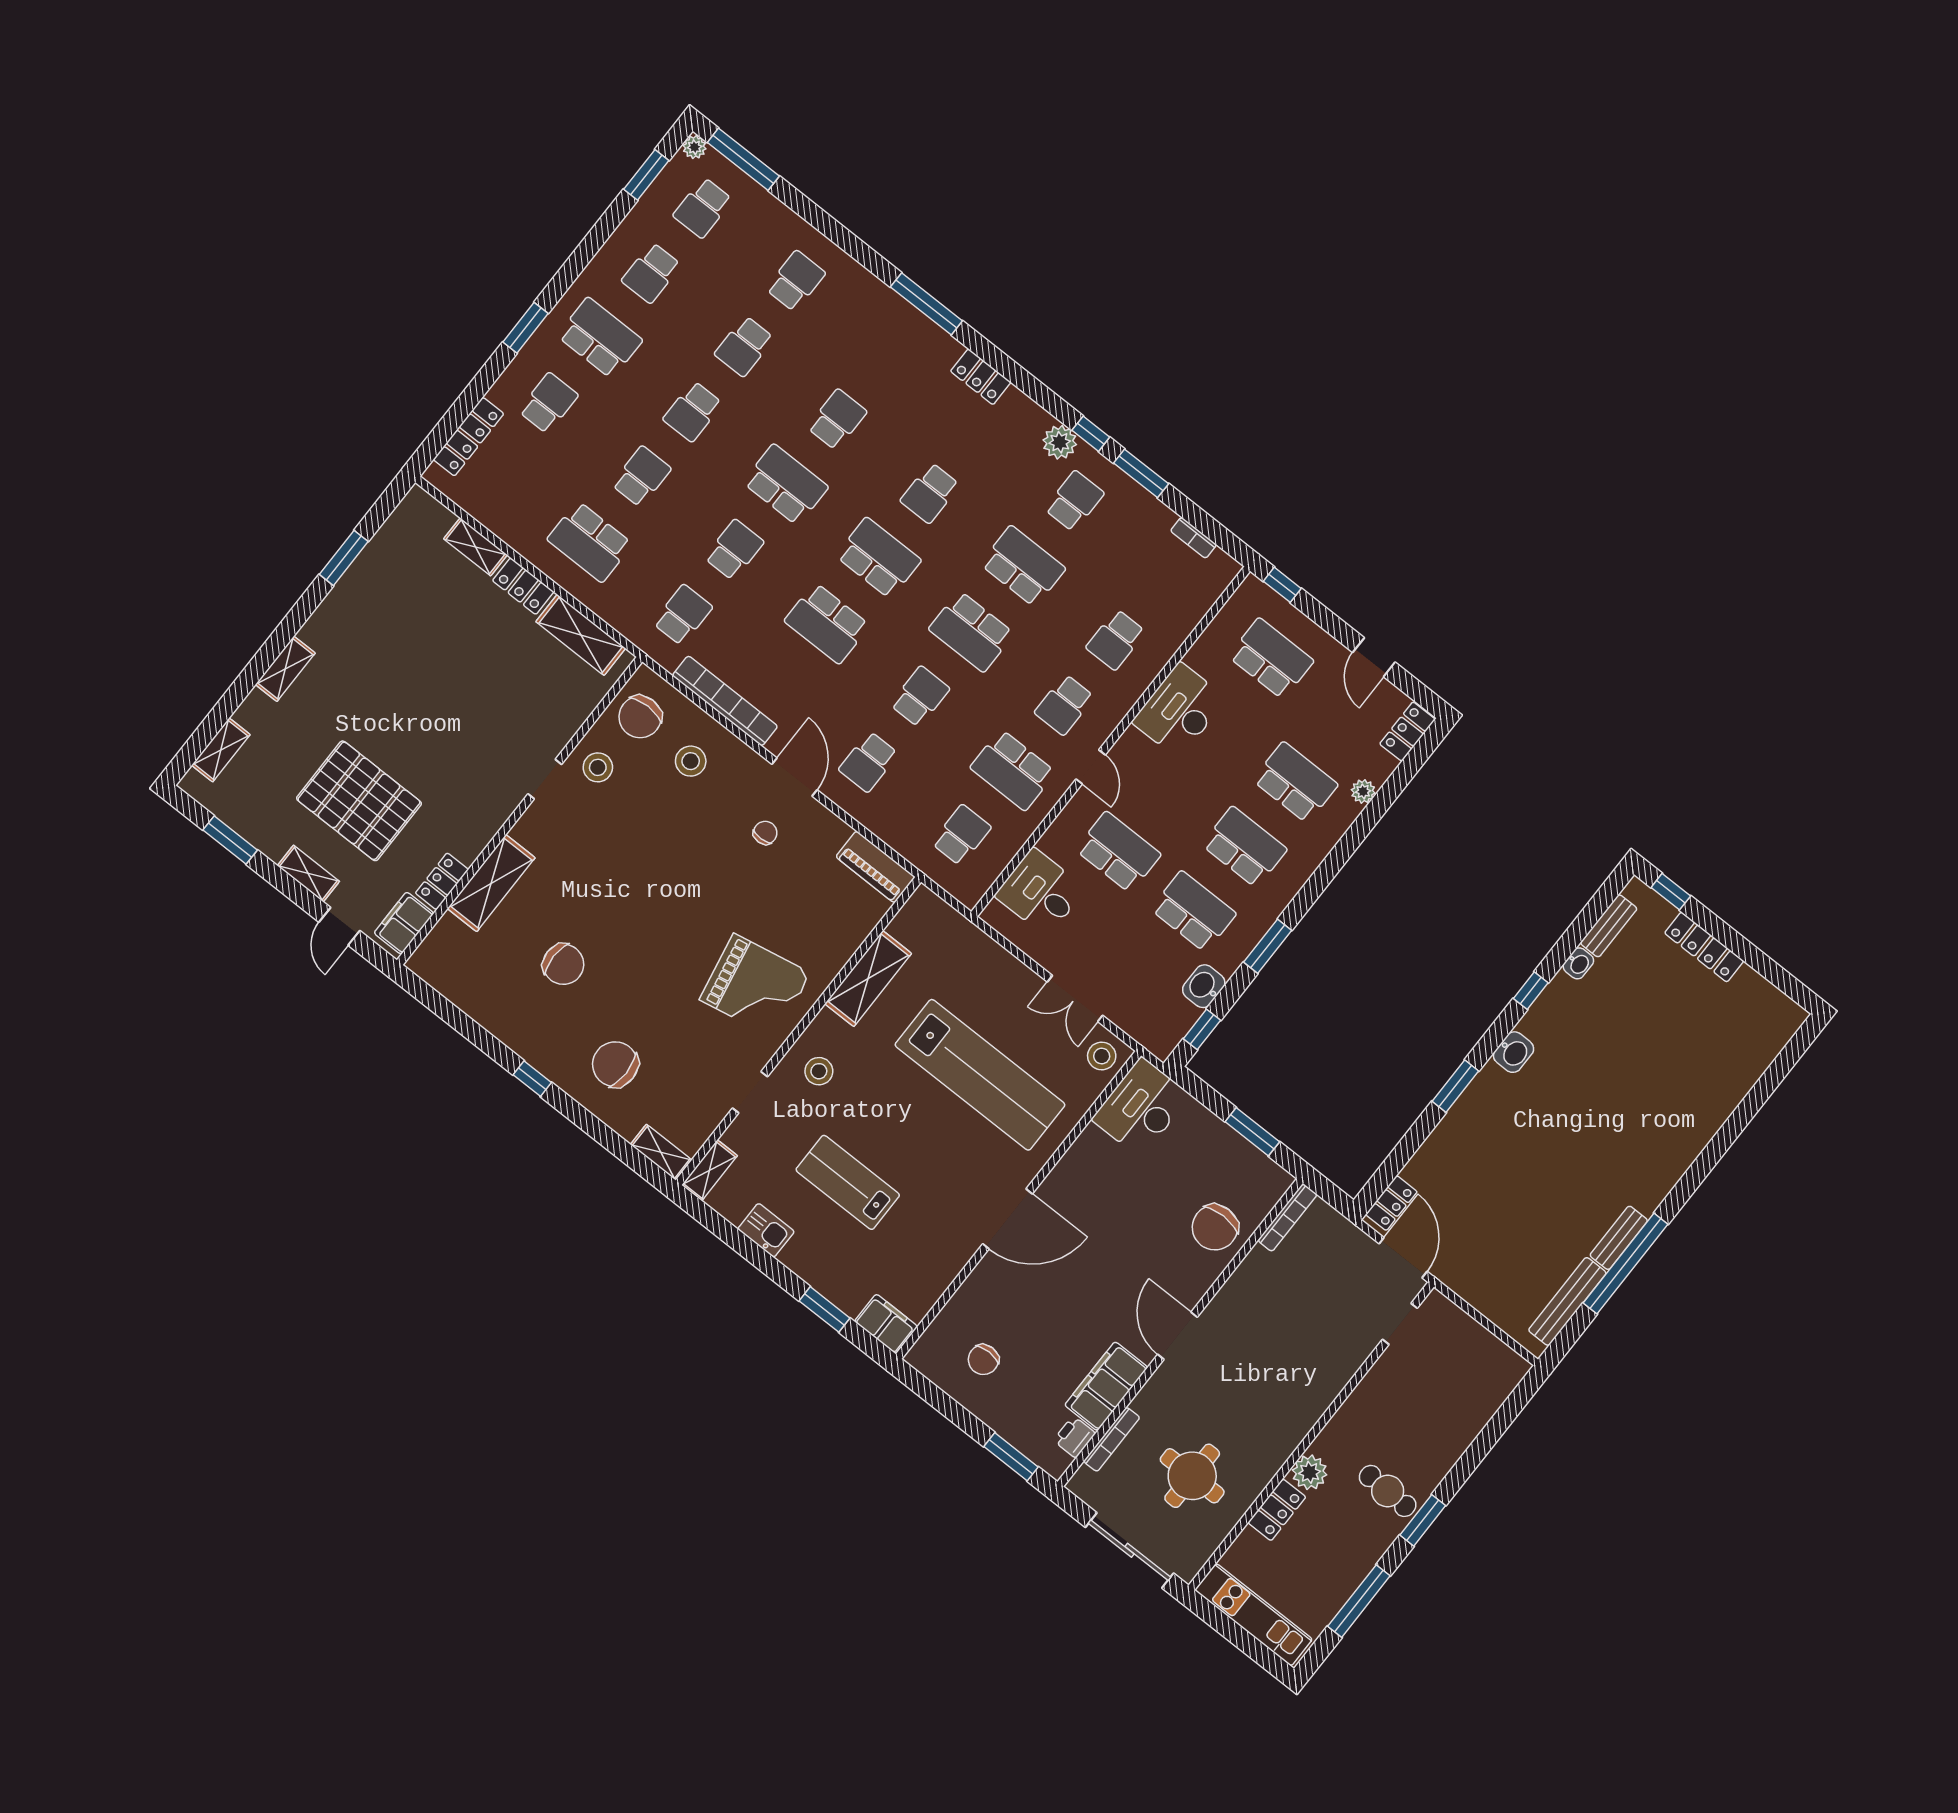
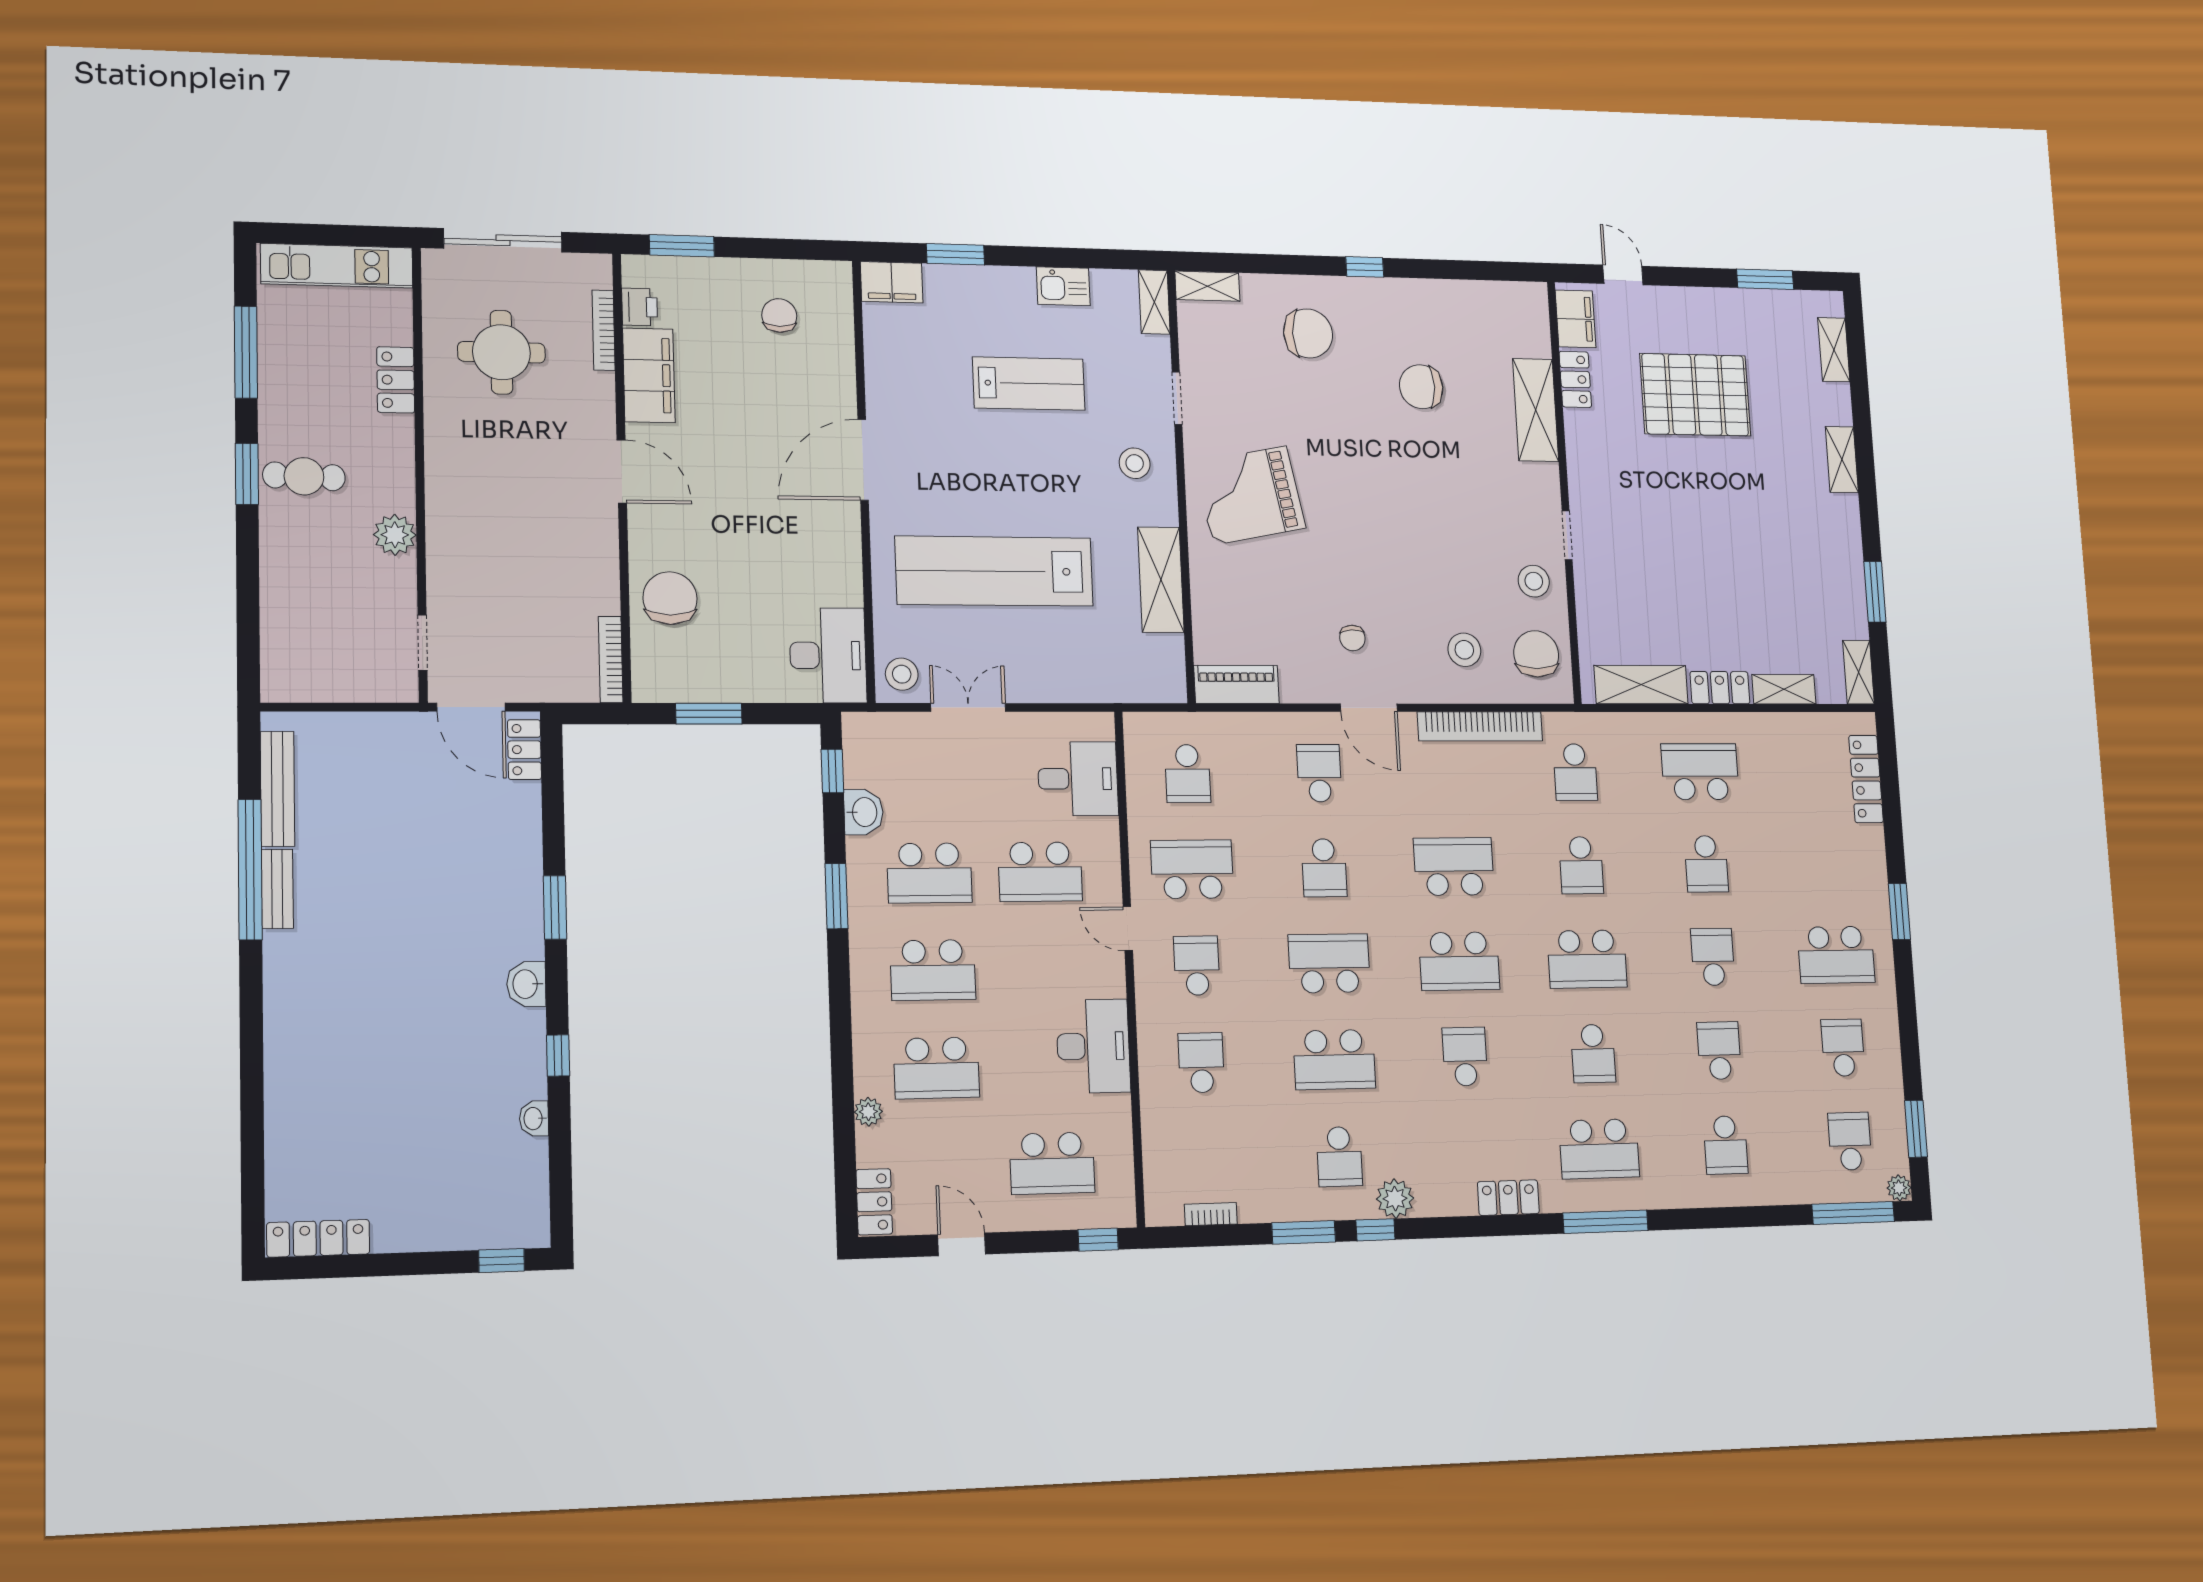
school desk: (548, 403) -> (1599, 1149), moved, width x1.85
shelving: (308, 874) -> (1859, 672), moved, turned 90
bench: (1609, 926) -> (534, 1178), removed
locker: (1704, 947) -> (318, 1238), moved
plant: (1310, 1472) -> (395, 535), moved

